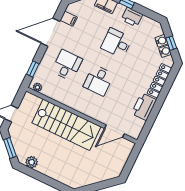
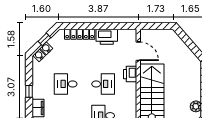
printer: (132, 17) -> (130, 74), moved, turned 180
desk: (117, 43) -> (66, 84), turned 90
water cooler: (165, 51) -> (39, 55), moved

